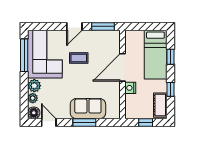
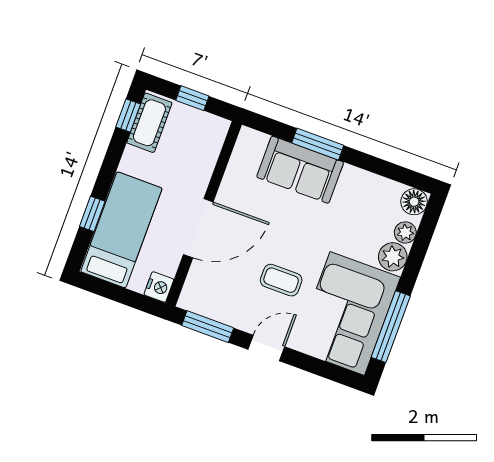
nightstand: (130, 88) -> (159, 287), moved
window: (171, 89) -> (128, 115), moved
door: (49, 122) -> (391, 171), removed

